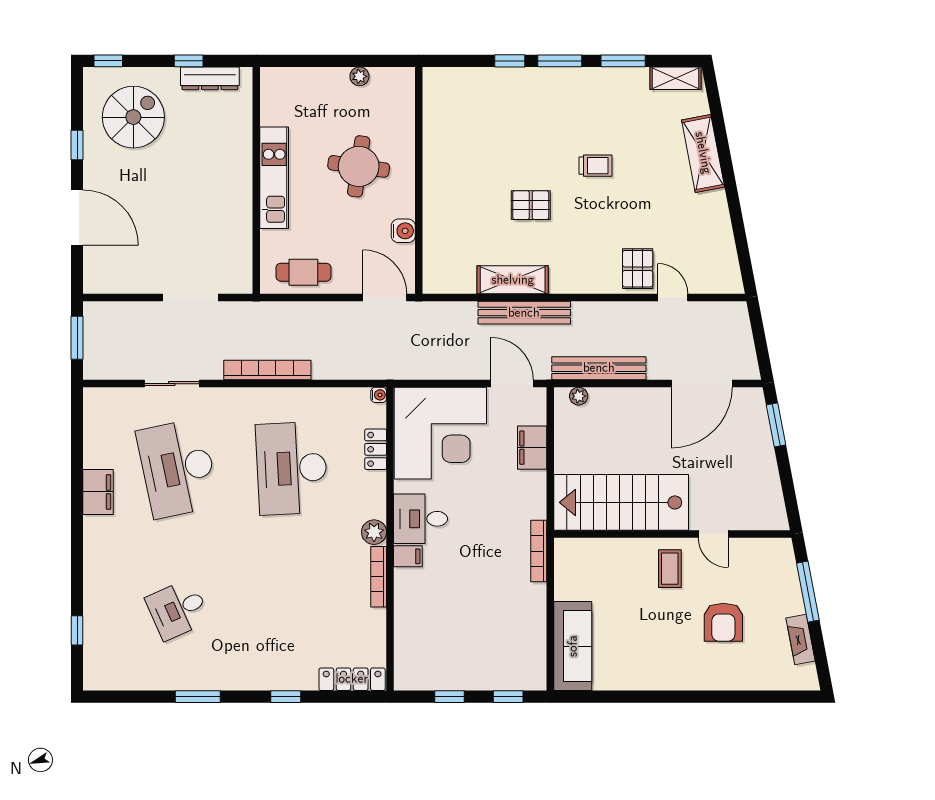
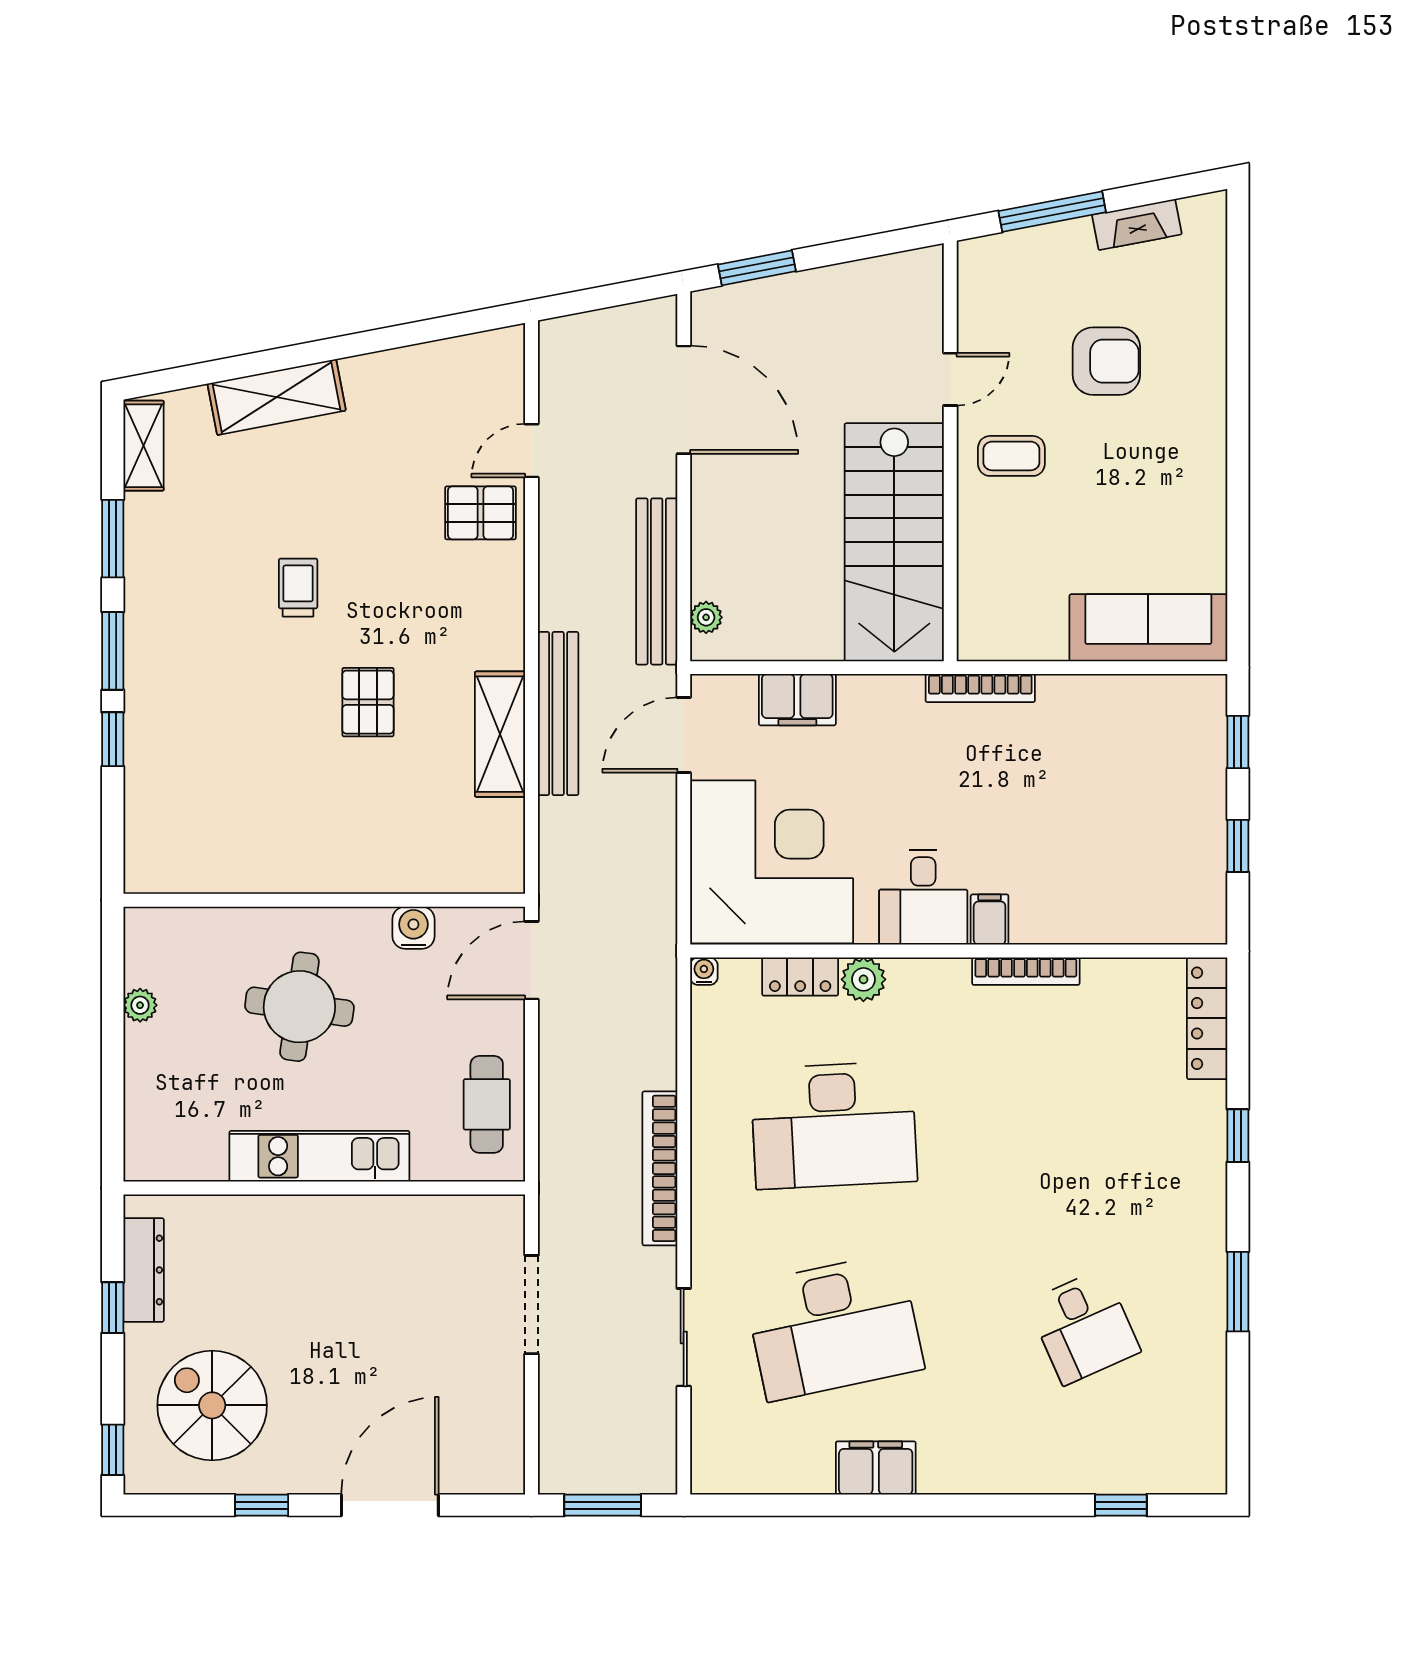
plant: (374, 532) -> (863, 979), moved

